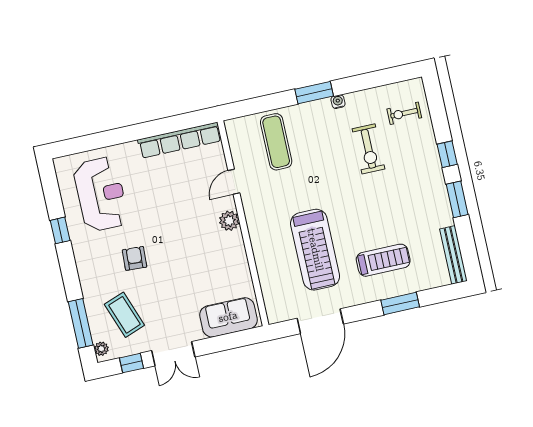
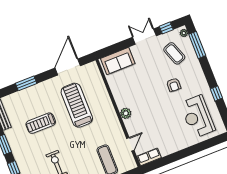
row of seats: (180, 140) -> (149, 157), width x0.50
door: (234, 182) -> (130, 144), moved
treadmill: (383, 260) -> (41, 123), moved

